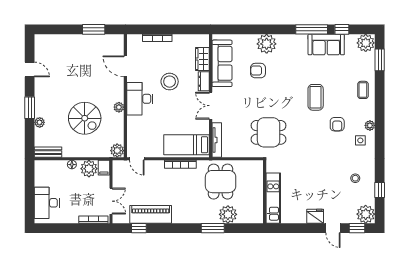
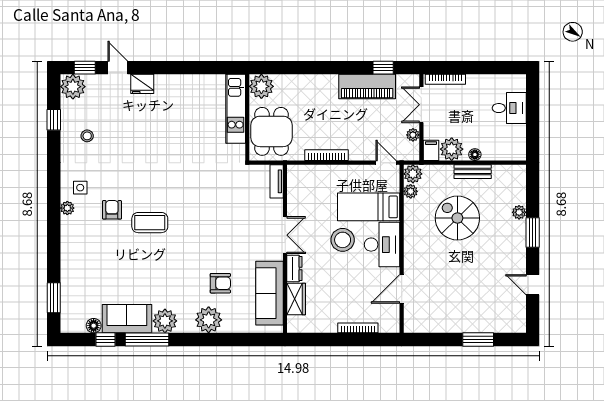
window: (94, 29) -> (478, 340), moved
floor lamp: (351, 40) -> (94, 326), added
plant: (366, 43) -> (165, 321), moved
door: (125, 66) -> (402, 289), swing flipped
stool: (170, 82) -> (343, 240), moved
coffee table: (363, 90) -> (77, 257), removed
coffee table: (316, 97) -> (150, 223), moved, turned 90
plant: (119, 107) -> (411, 191), moved
dining table: (269, 132) -> (206, 199), removed
tv unit: (217, 140) -> (277, 181), width x0.71
bed: (187, 145) -> (369, 207), moved, turned 180
bench: (48, 152) -> (473, 172), moved
plant: (117, 179) -> (413, 135), added
wall: (265, 192) -> (247, 117), moved
kitchen unit: (273, 198) -> (236, 109), moved
desk: (47, 203) -> (509, 108), width x0.73
window: (213, 228) -> (282, 68), removed

